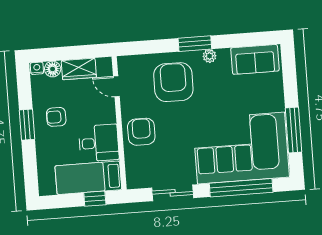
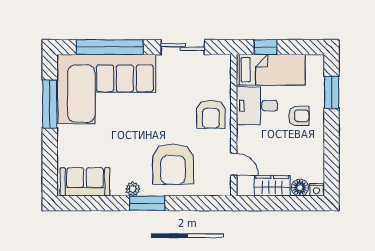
armchair: (56, 117) -> (299, 116), moved
window: (27, 125) -> (332, 92), moved

